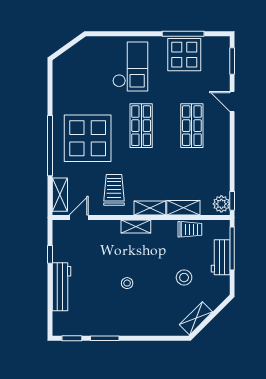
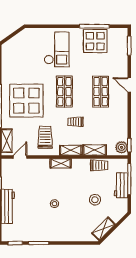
door: (232, 102) -> (129, 85), moved
trolley: (157, 168) -> (76, 122), added

